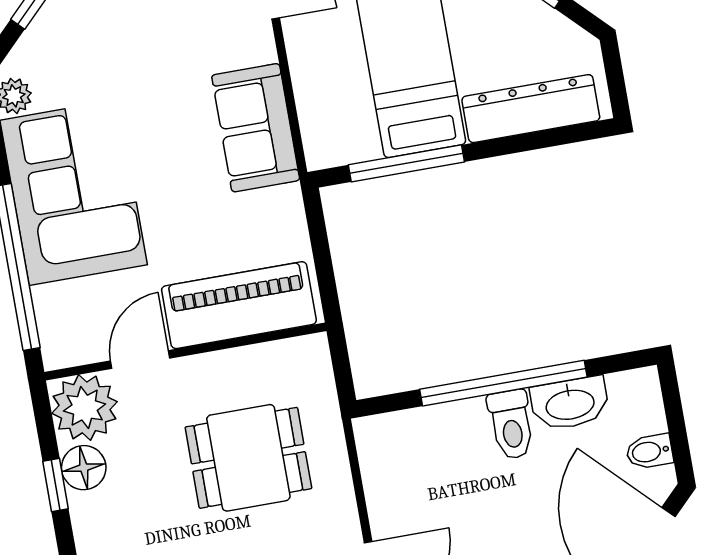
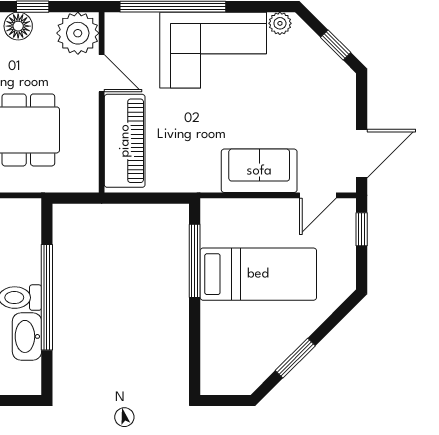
dresser: (531, 109) -> (215, 345), removed
sofa: (256, 128) -> (259, 171), moved
floor lamp: (84, 468) -> (18, 26), moved

